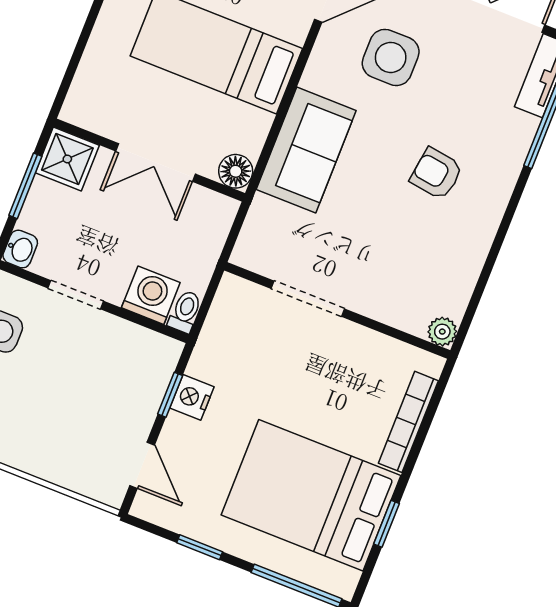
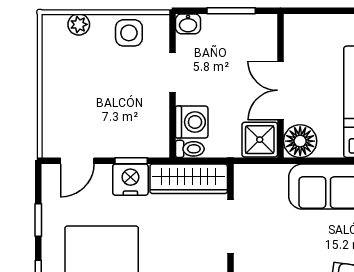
shower: (67, 159) -> (260, 140), moved
floor lamp: (236, 171) -> (300, 141), width x1.38, depth x1.38
wardrobe: (224, 329) -> (189, 179), added
nightstand: (192, 397) -> (130, 180), width x1.36, depth x1.33

